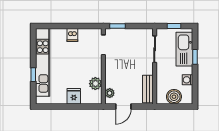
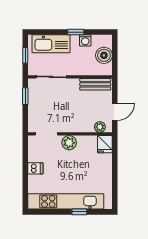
window: (117, 26) -> (25, 96), moved
window: (195, 57) -> (76, 32), moved
plant: (95, 84) -> (69, 143), moved
fridge: (74, 96) -> (105, 144), moved, turned -90
door: (123, 106) -> (115, 112), hinge flipped

